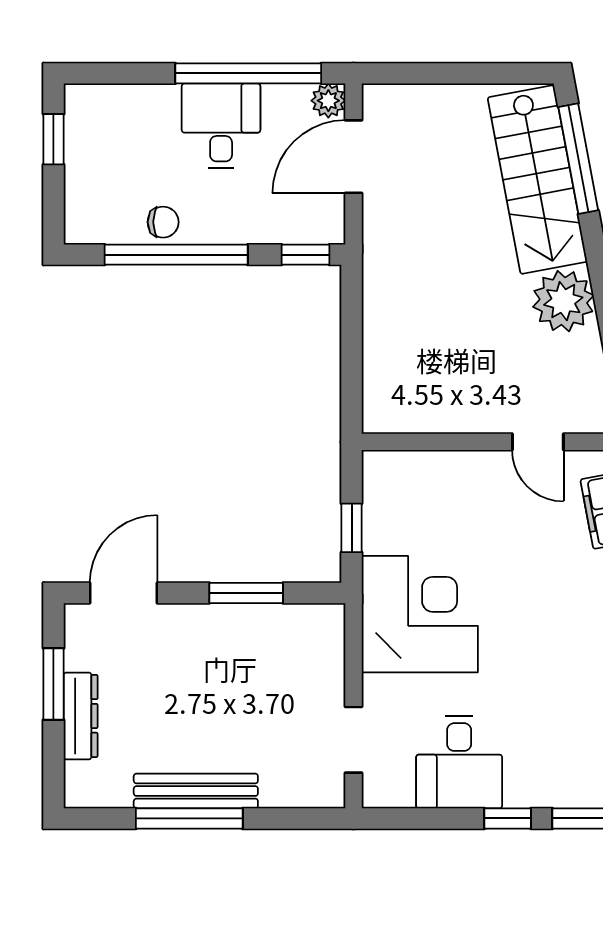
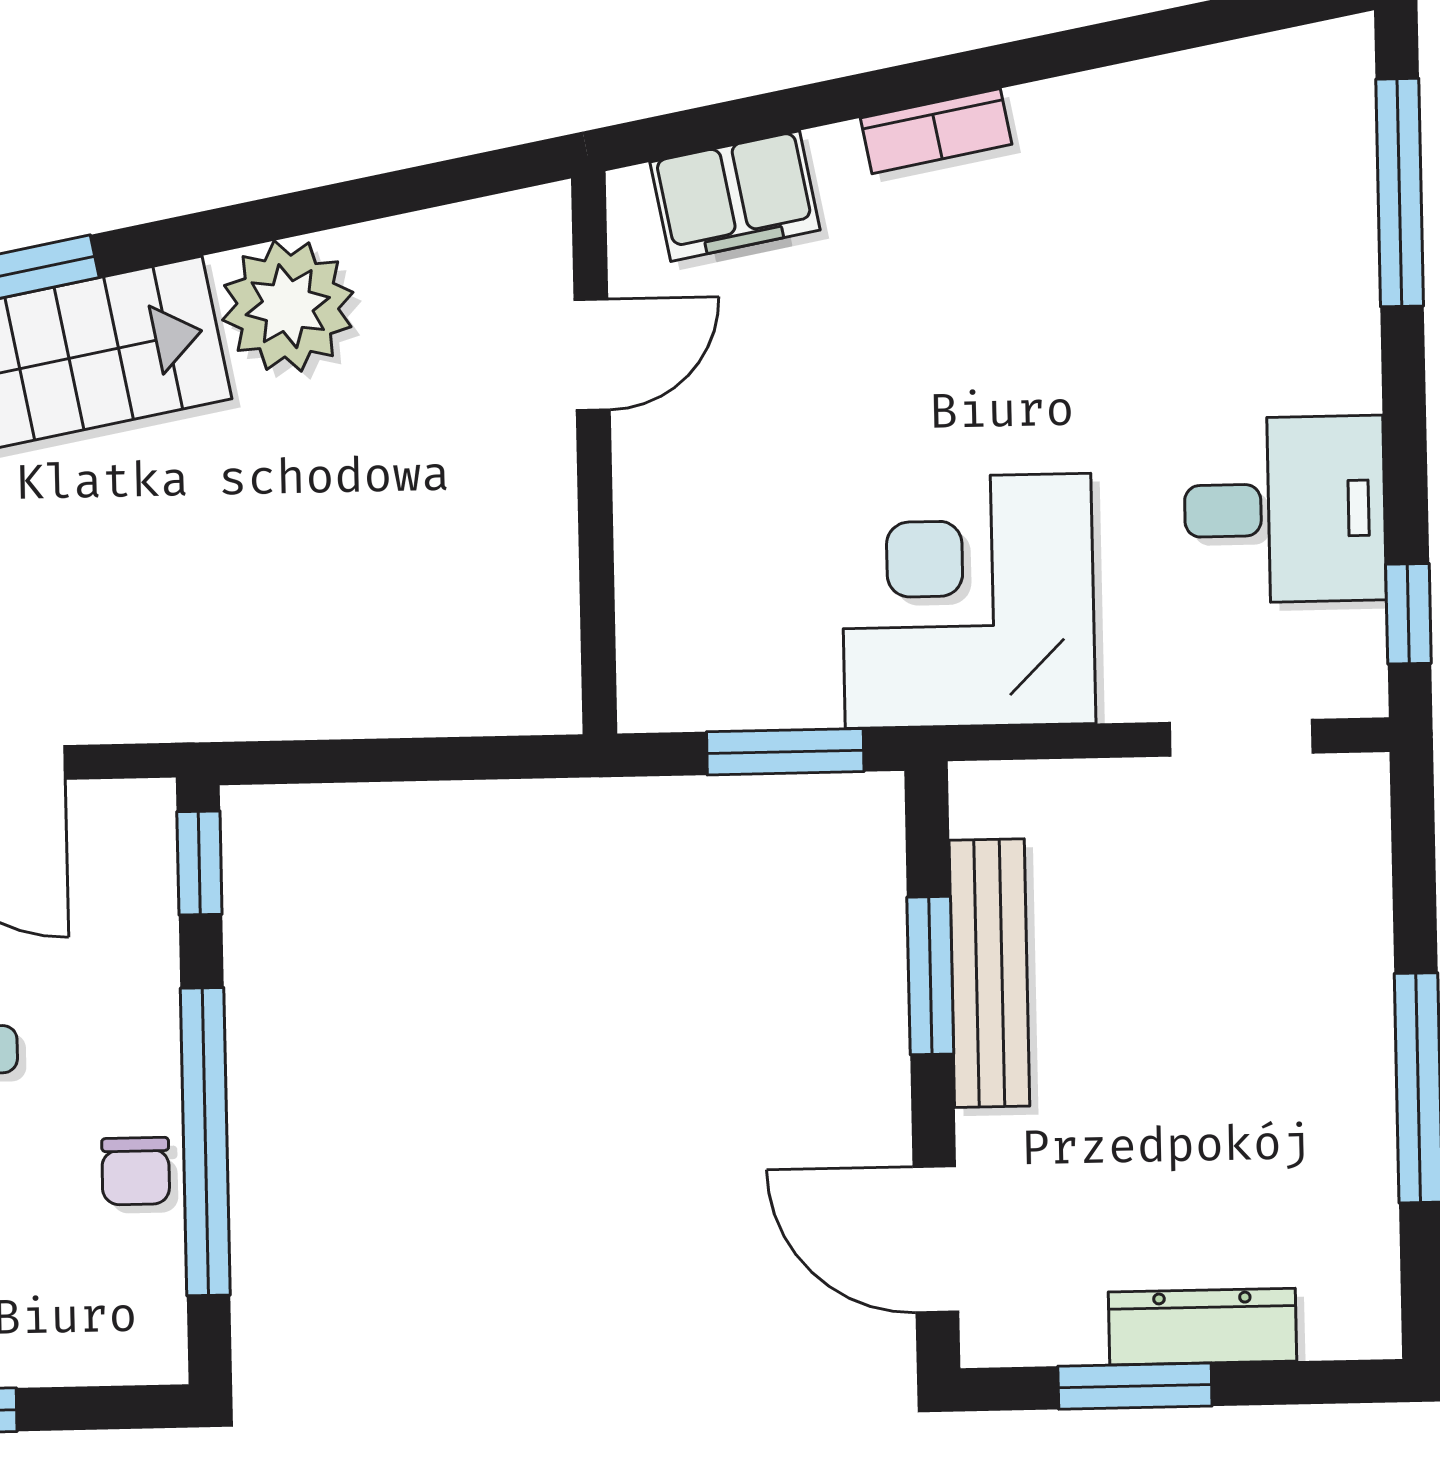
chair: (163, 222) -> (136, 1171), turned 180
window: (352, 528) -> (785, 752), width x1.50
bench: (196, 791) -> (989, 973), moved
window: (508, 818) -> (1408, 614), moved

